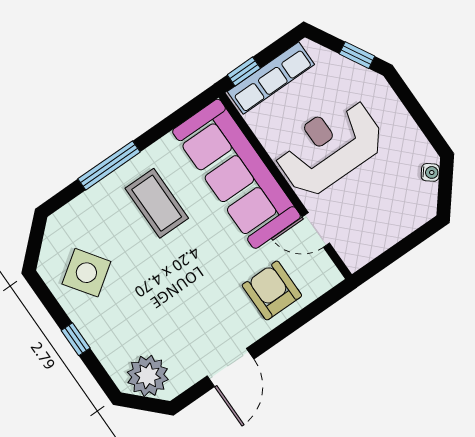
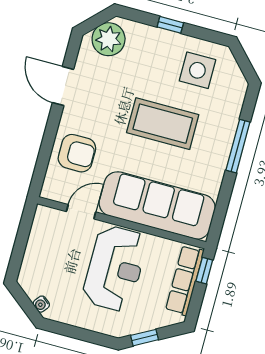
coffee table: (157, 203) -> (163, 124), moved, width x1.36, depth x1.32
side table: (86, 273) -> (197, 70), turned 35

